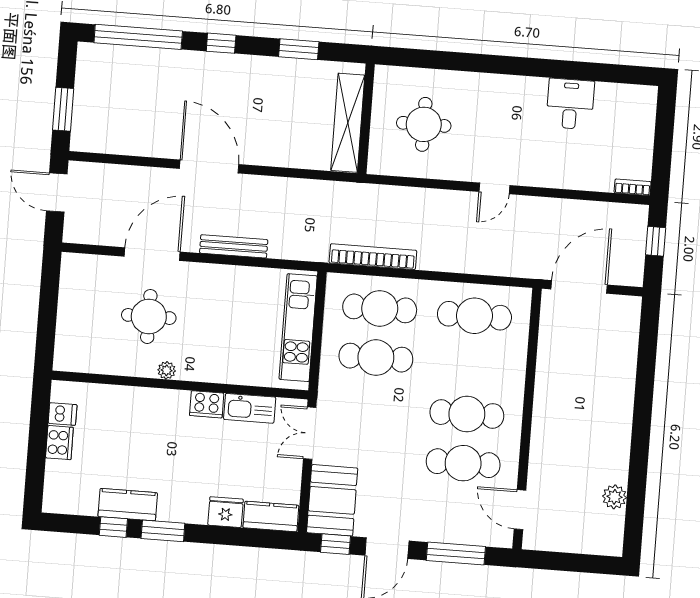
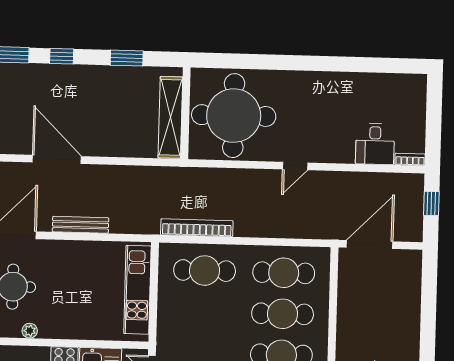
desk: (570, 104) -> (375, 144), moved, turned 180
round table: (424, 124) -> (234, 116), width x1.86, depth x1.86
cafe table: (376, 358) -> (283, 314), moved

